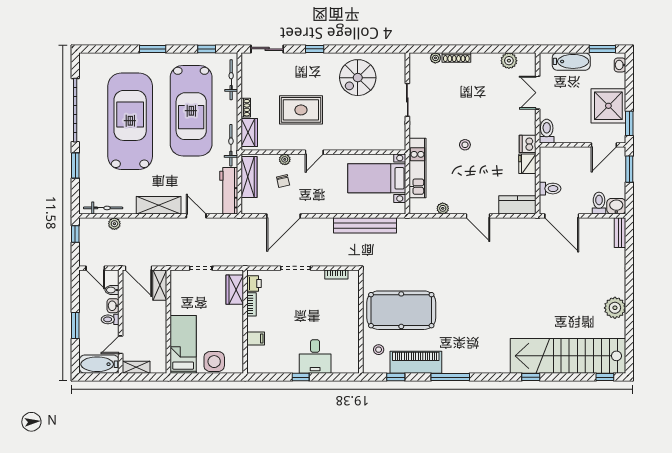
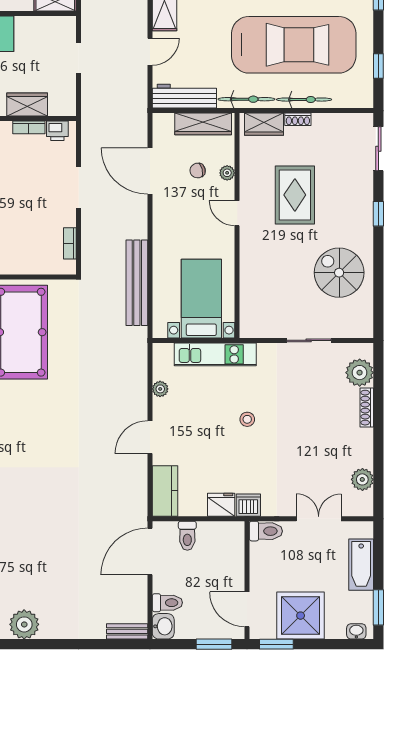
plant: (435, 58) -> (360, 373), width x1.88, depth x1.88
bicycle: (231, 80) -> (304, 100), moved
car: (191, 111) -> (294, 45), turned 180
wardrobe: (235, 290) -> (27, 104), moved

